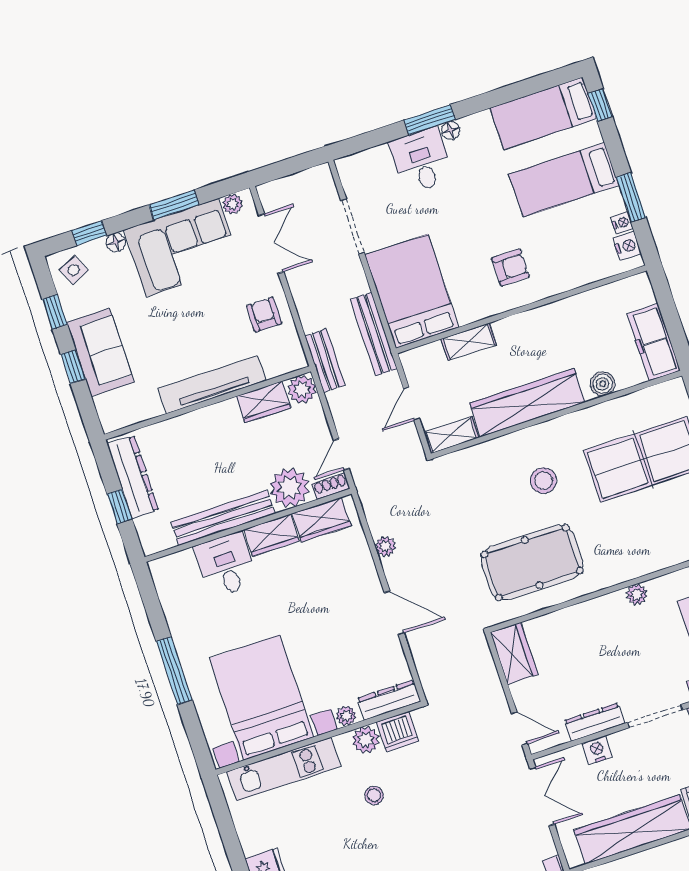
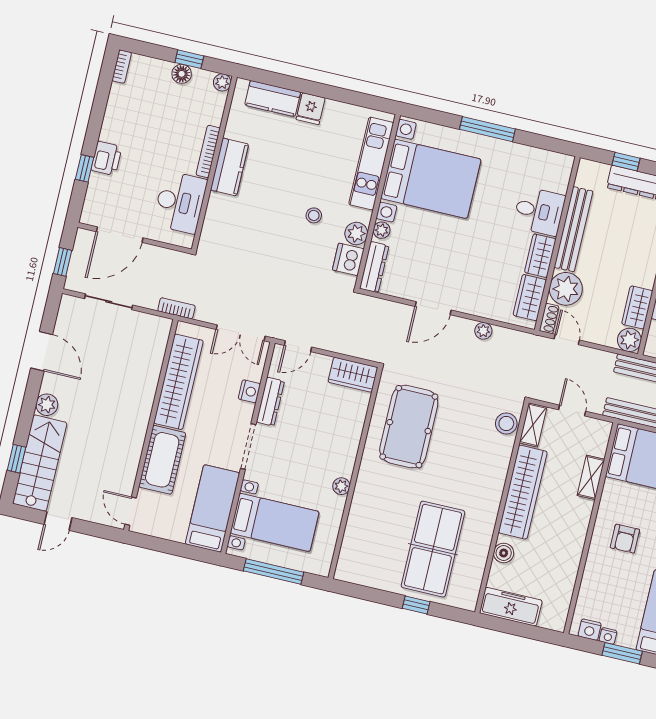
stool: (543, 481) -> (506, 423), moved

